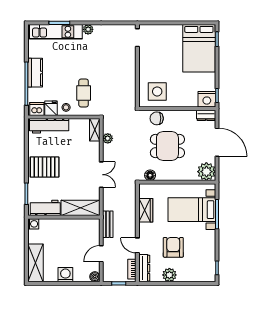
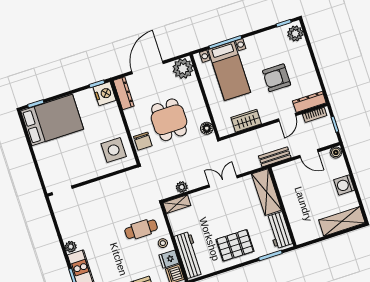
dresser: (206, 115) -> (124, 93), width x1.44
pallet: (45, 167) -> (235, 245), turned 90
washing machine: (33, 224) -> (300, 238), removed
plant: (169, 275) -> (295, 33), moved

